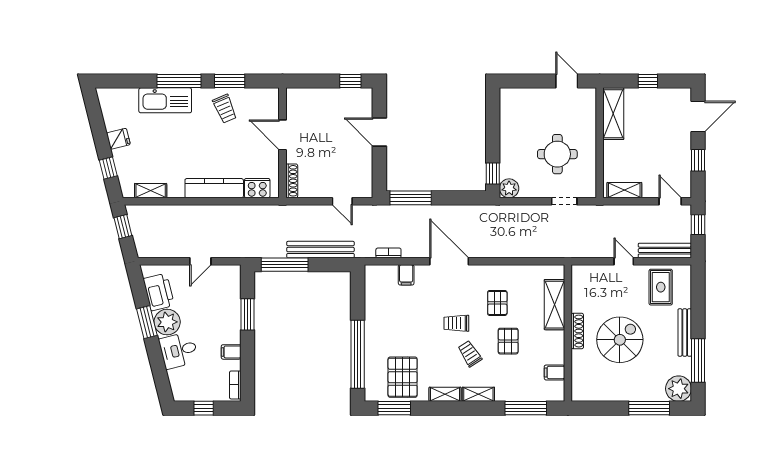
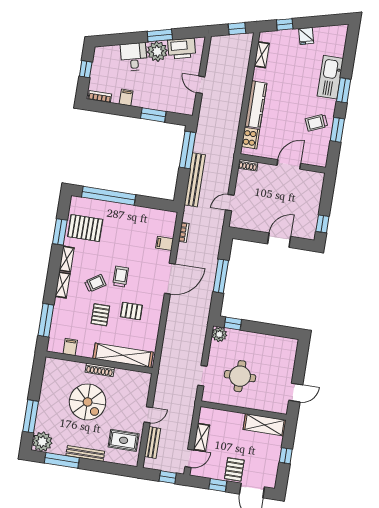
window: (179, 81) -> (344, 90), width x0.69
pallet: (675, 143) -> (234, 469), added
shoe rack: (292, 181) -> (248, 165), width x0.70
shelving: (624, 190) -> (202, 437), moved
window: (411, 198) -> (221, 276), moved
bench: (665, 251) -> (152, 443), width x0.73
shelving: (554, 305) -> (123, 355), width x1.47
pallet: (508, 341) -> (100, 315), turned 90
window: (394, 408) -> (60, 232), moved

